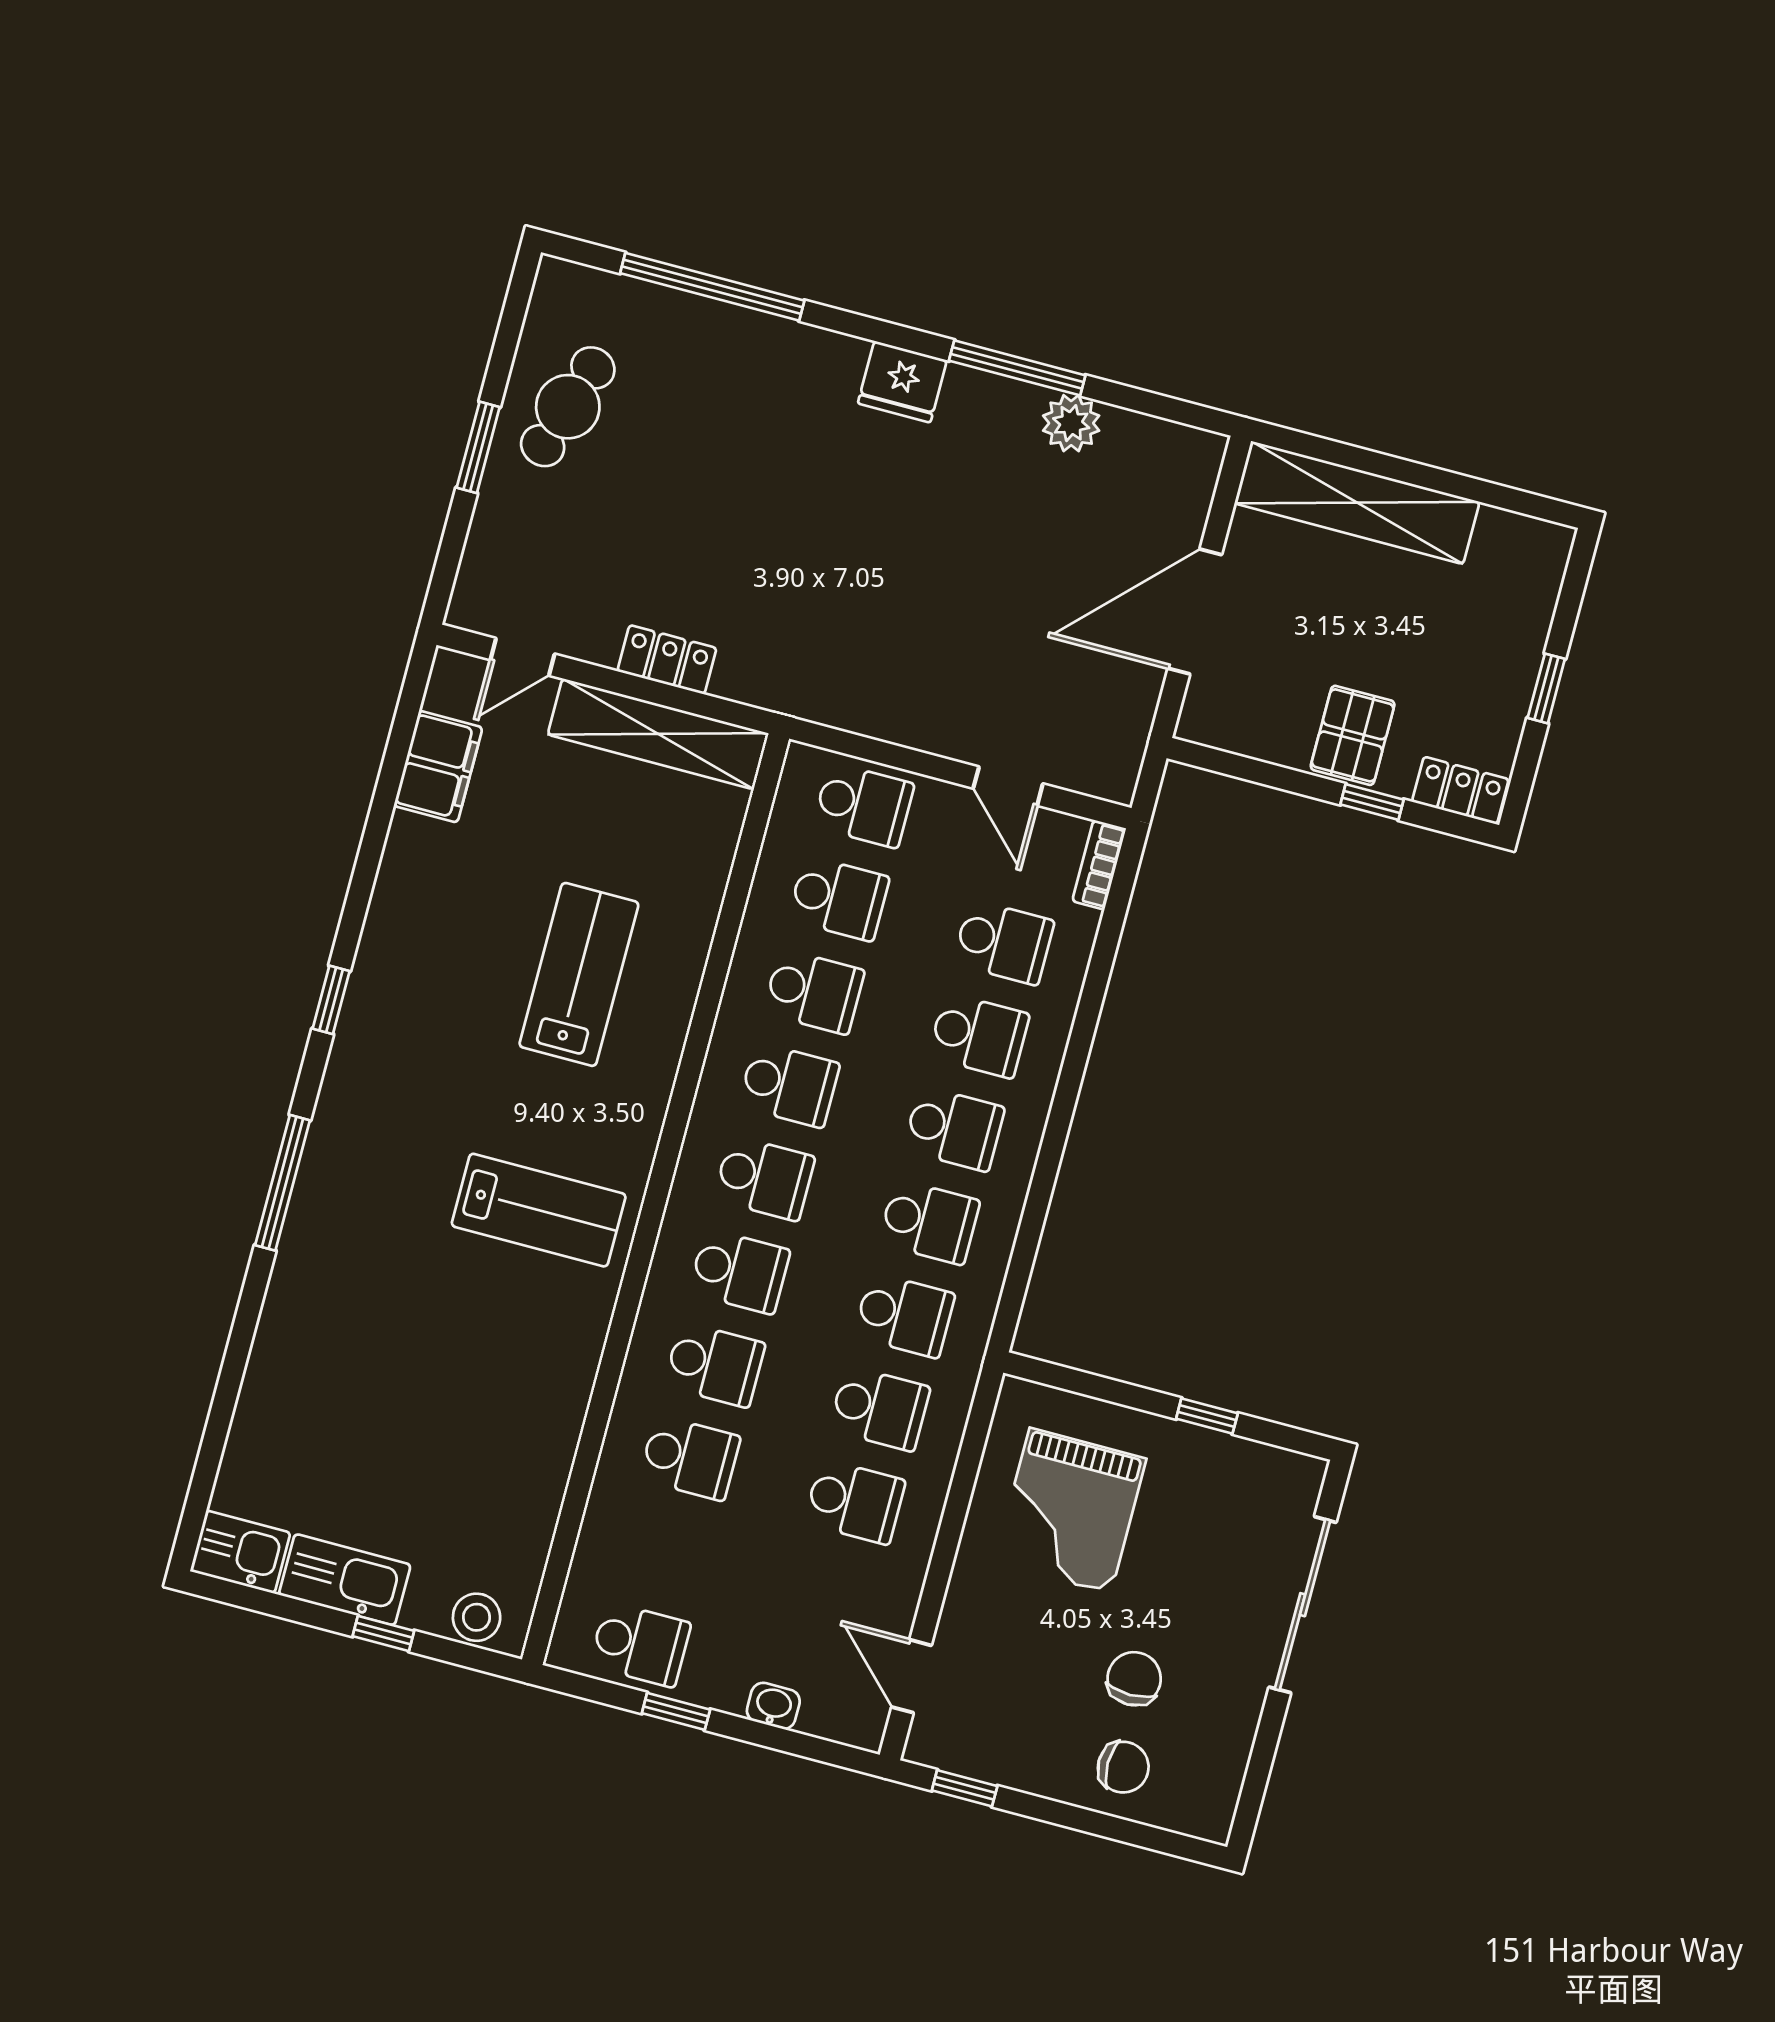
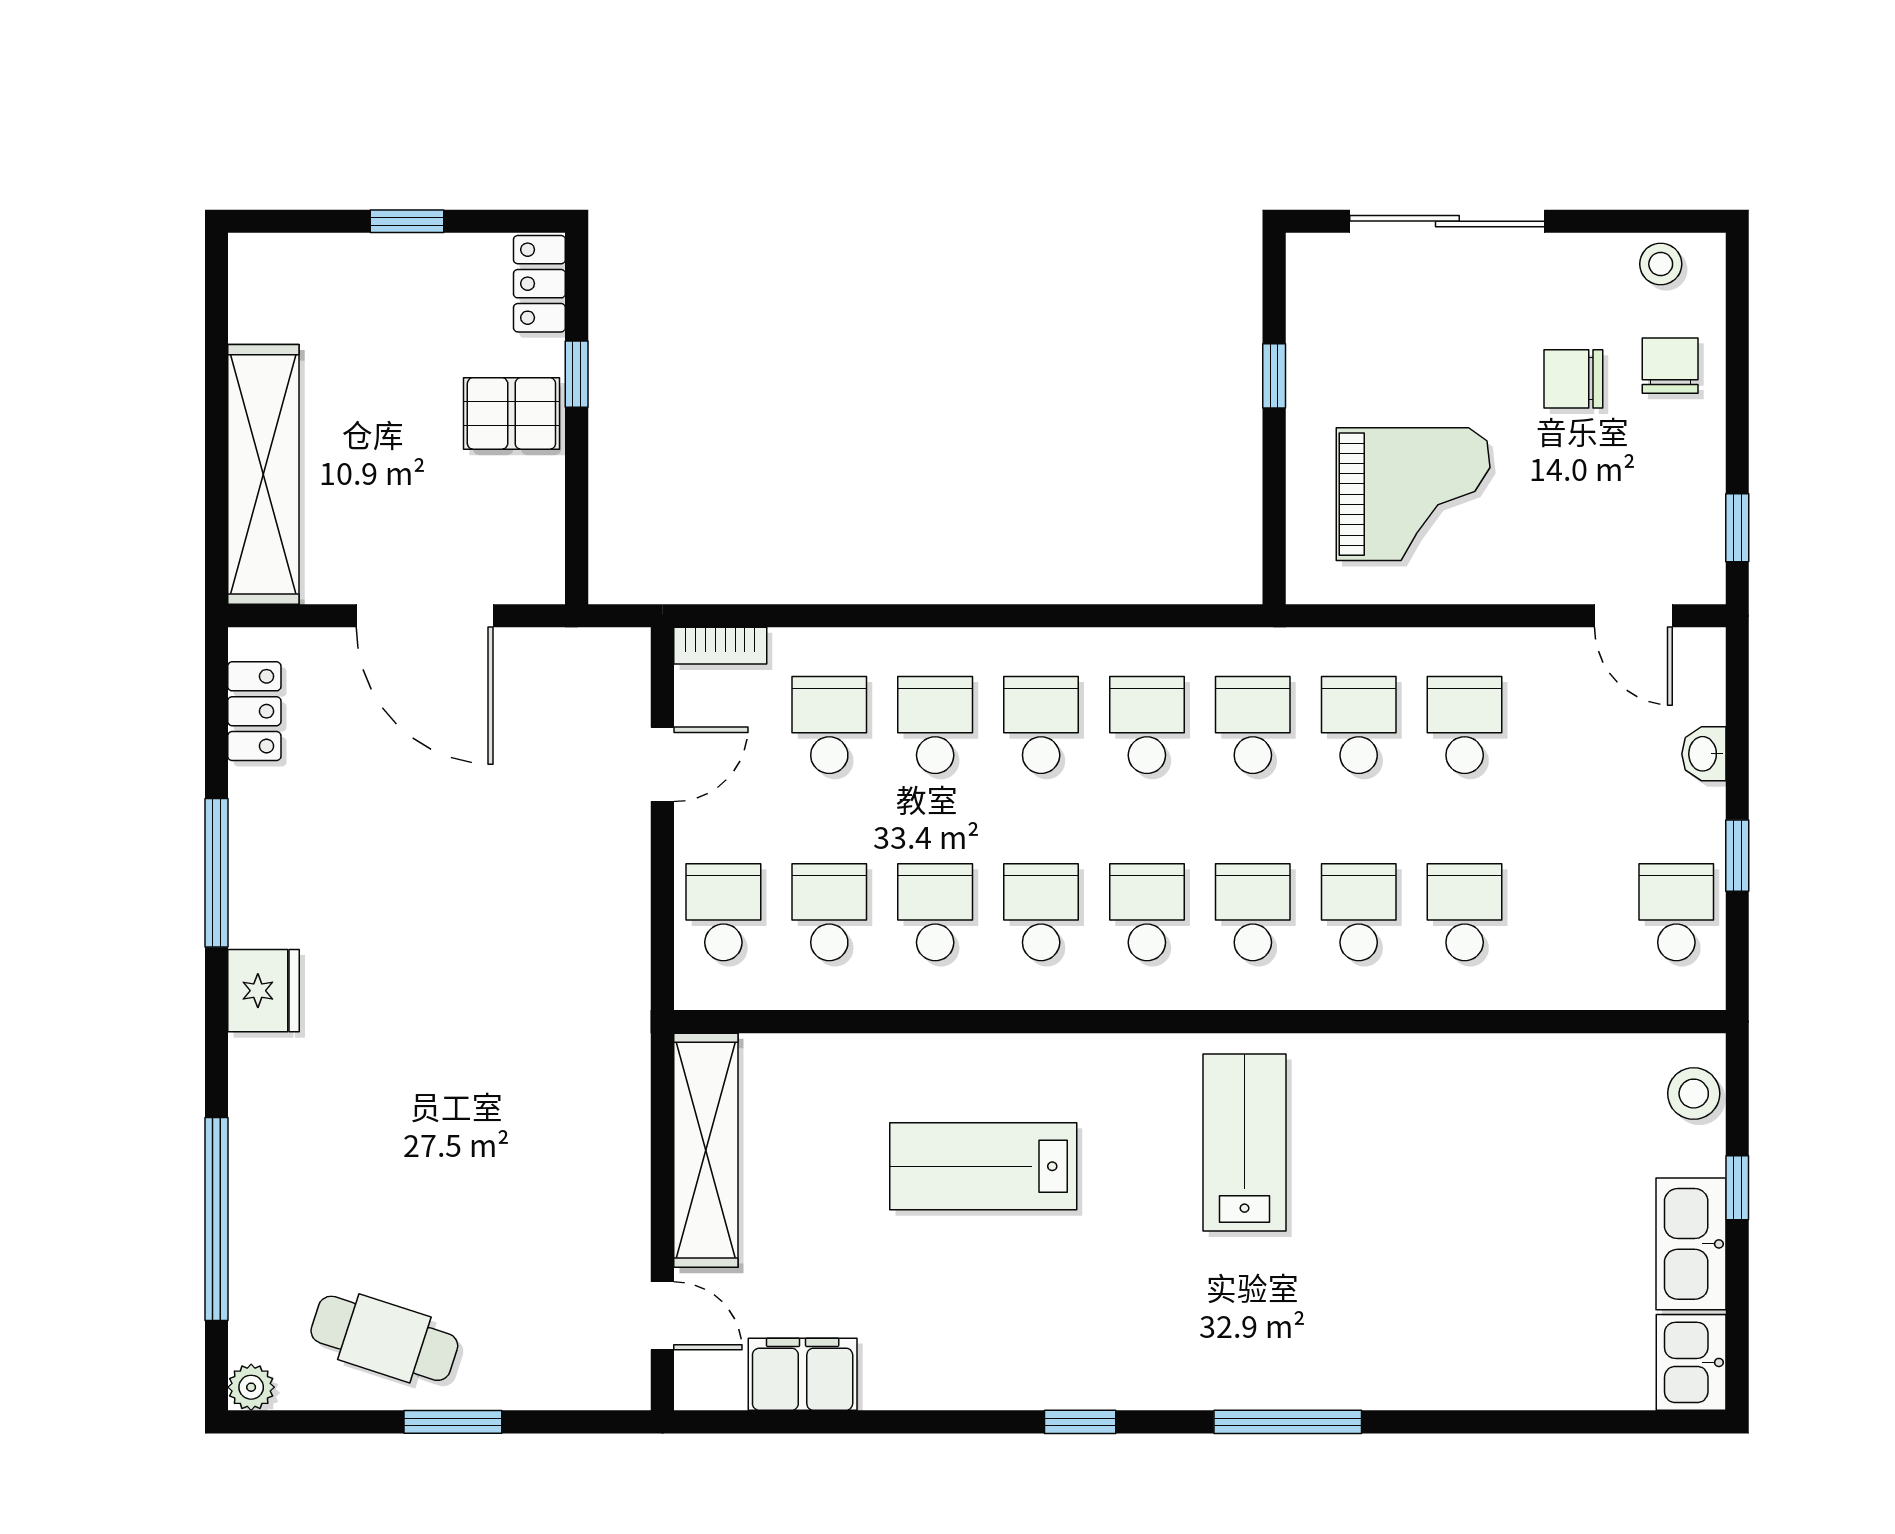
plant: (1071, 423) -> (251, 1387), moved, width x0.73, depth x0.73
locker: (667, 660) -> (254, 711), moved, turned 180
door: (911, 1676) -> (1633, 616), hinge flipped
stool: (1215, 1783) -> (1661, 264), added

